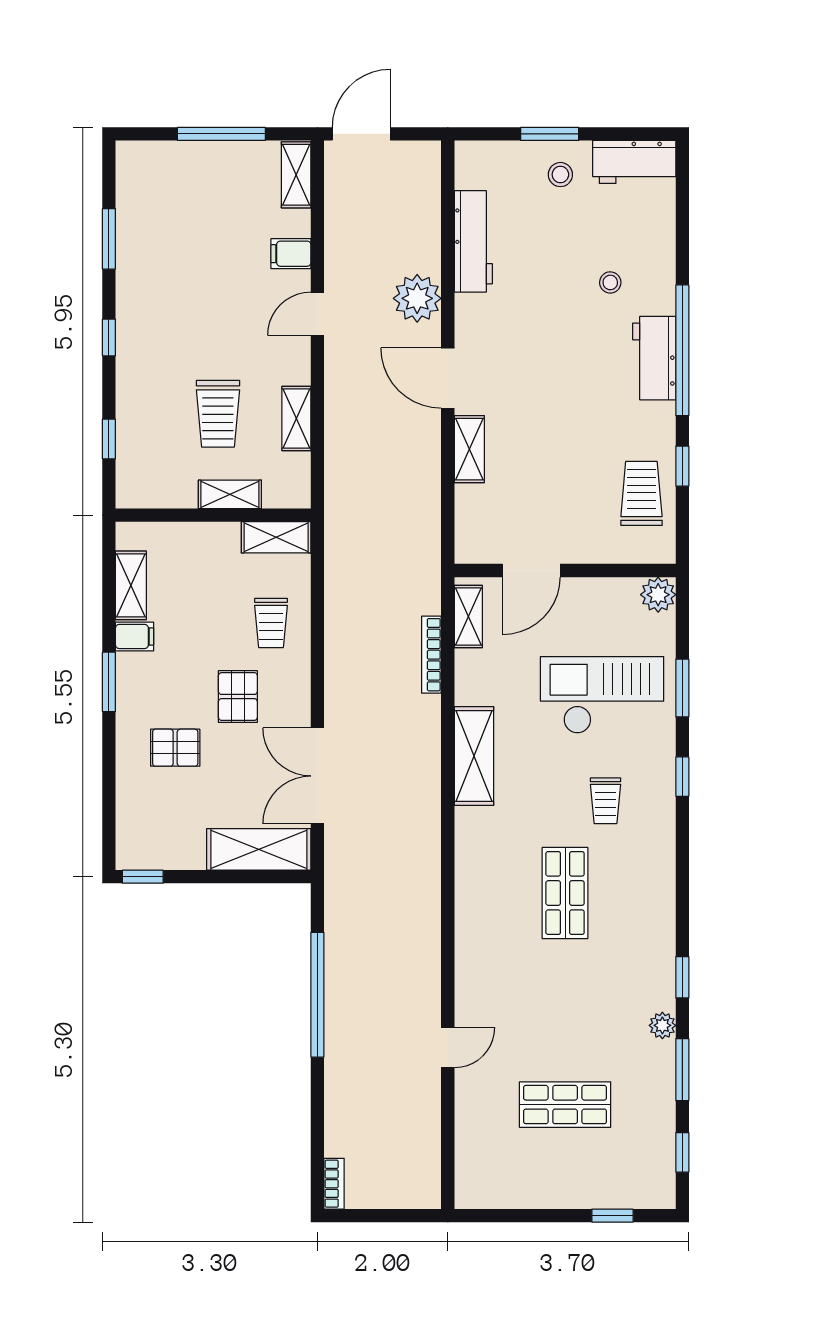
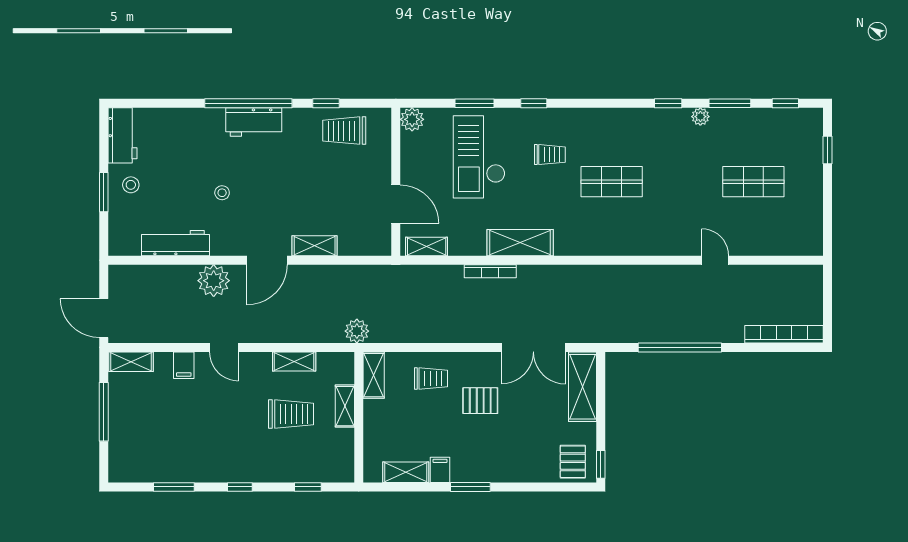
stool: (610, 282) -> (222, 193), moved
plant: (342, 512) -> (357, 331), added
bookcase: (431, 655) -> (490, 271), moved
pallet: (175, 748) -> (573, 462), moved
shop shelf: (565, 1105) -> (753, 182), turned 90
bookcase: (334, 1184) -> (784, 334), width x2.31, depth x1.31

